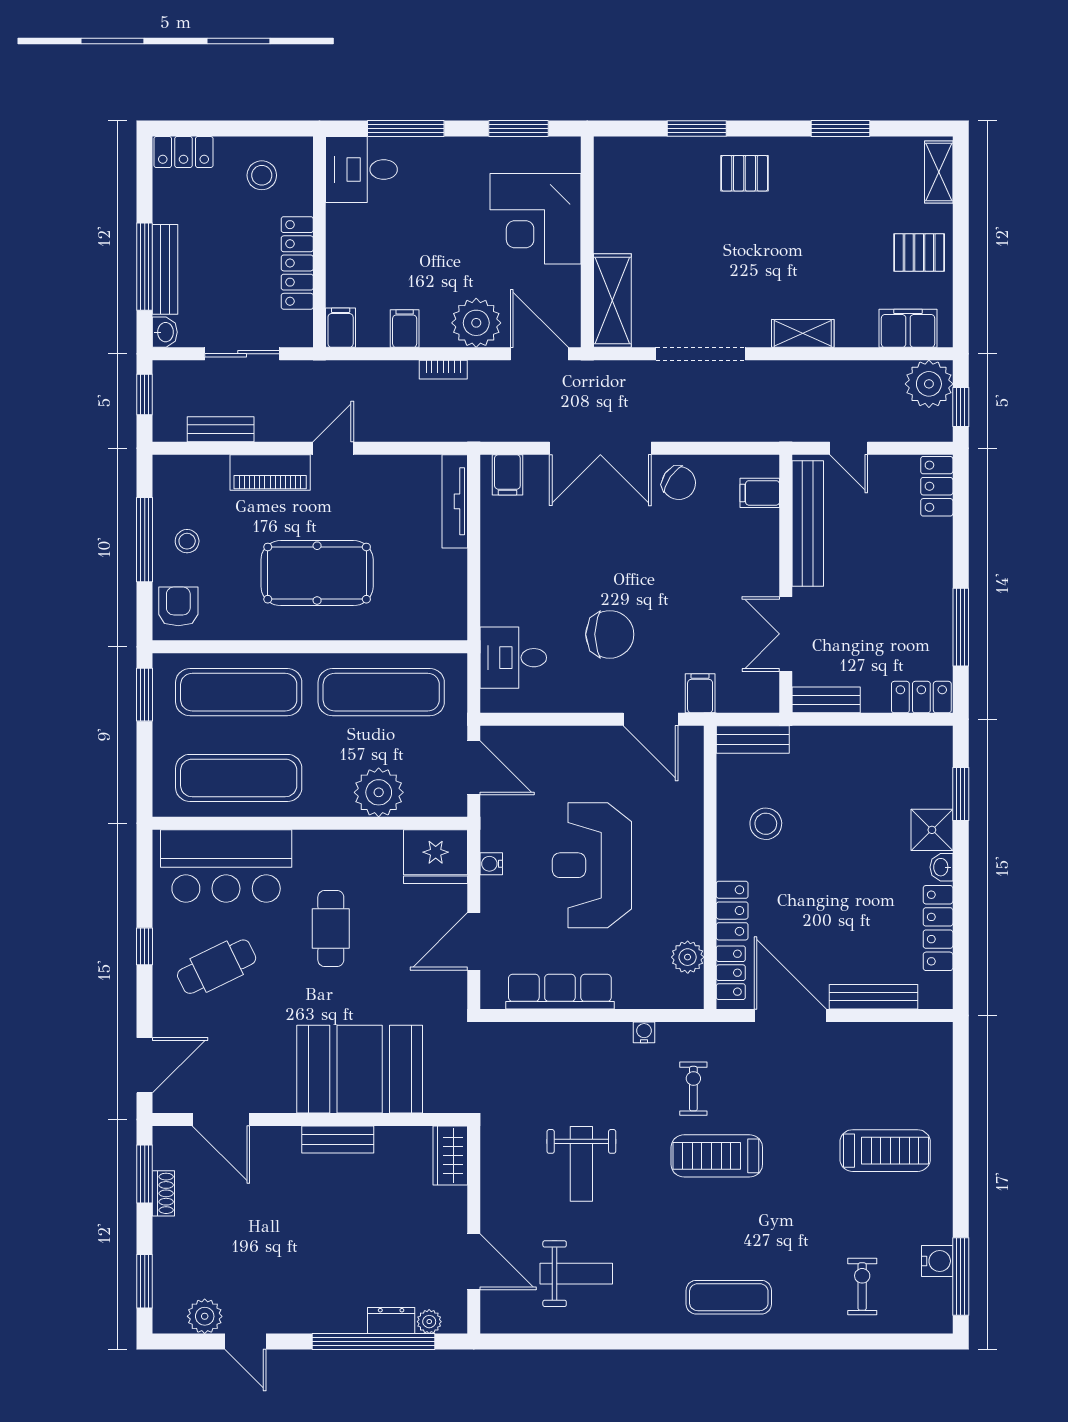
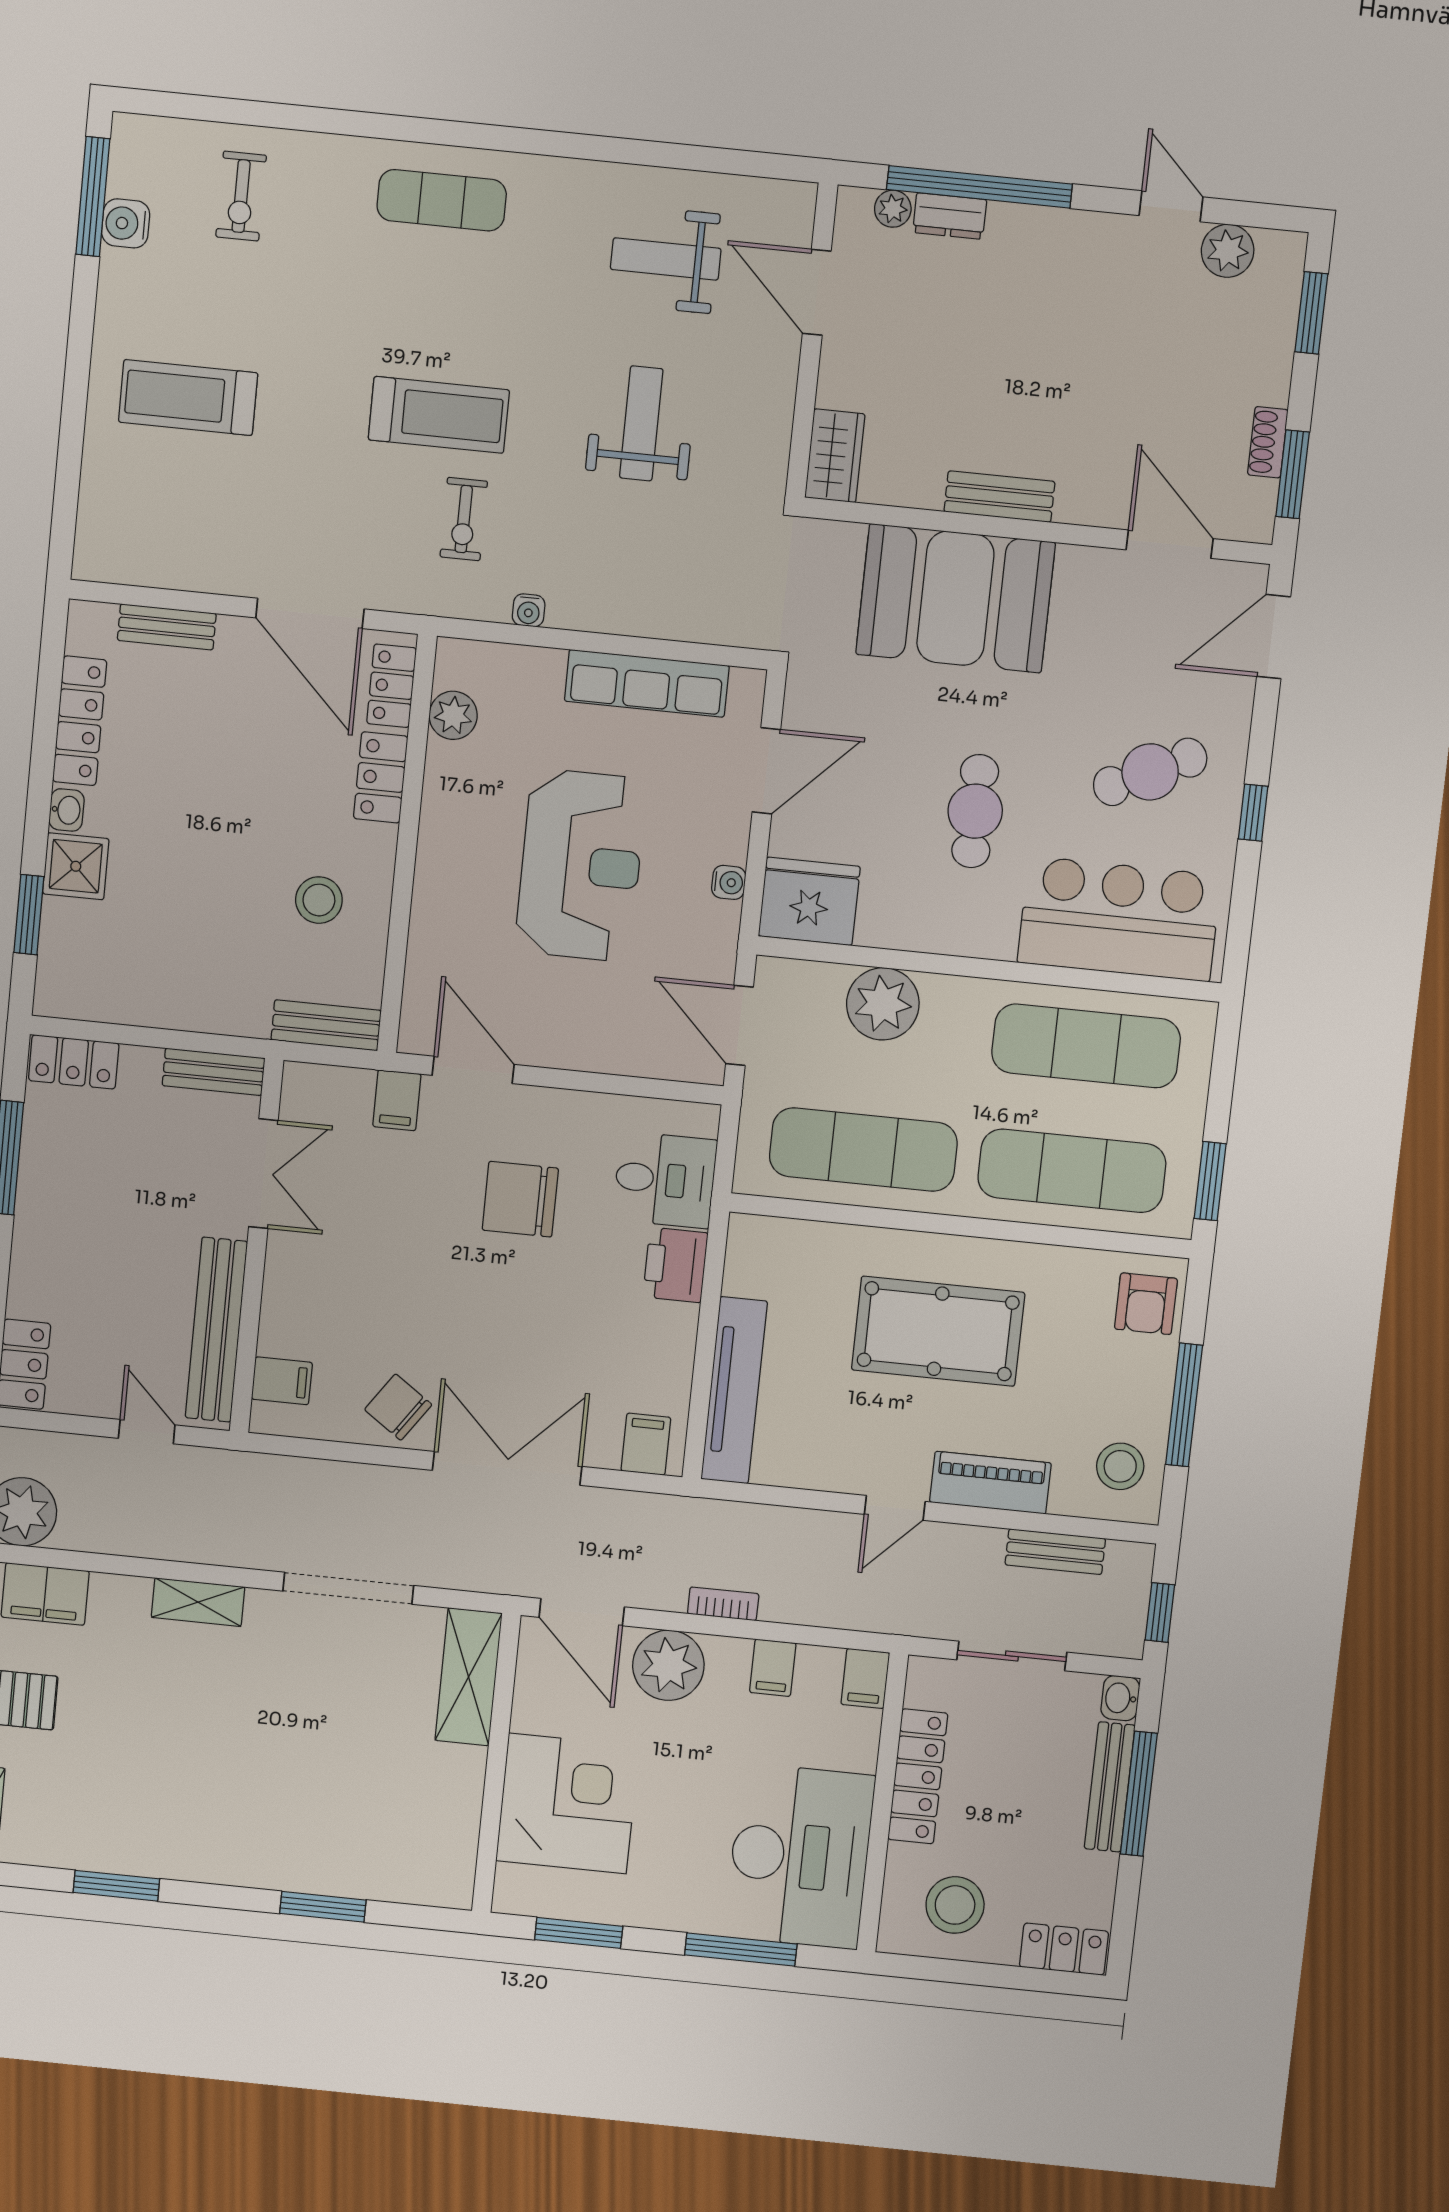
desk: (361, 169) -> (800, 1856), width x1.87, depth x1.30
pallet: (745, 173) -> (260, 1837), removed
stool: (262, 175) -> (955, 1905), width x1.38, depth x1.38
tv unit: (455, 501) -> (734, 1390), width x1.36, depth x1.29
stool: (187, 541) -> (1120, 1466), moved, width x1.37, depth x1.37
printer: (500, 600) -> (675, 1265), added
bench: (874, 997) -> (167, 627), width x0.73

